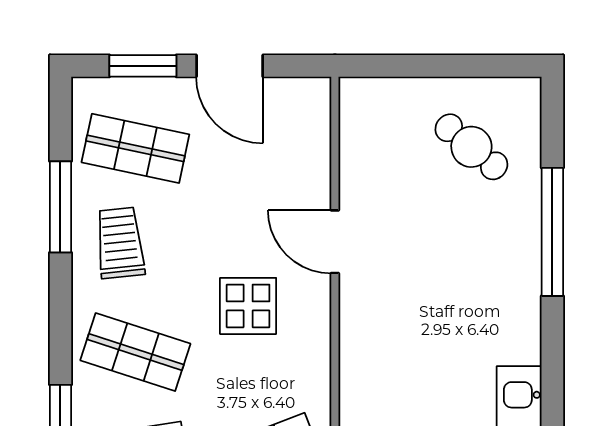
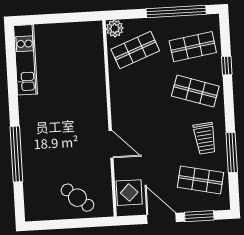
cafe table: (471, 147) -> (77, 198), moved
display table: (248, 306) -> (129, 193), moved

